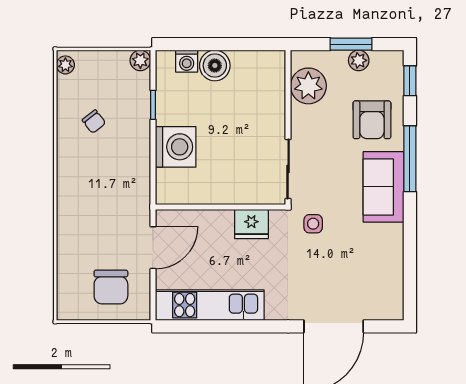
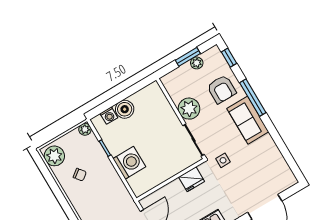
plant: (65, 65) -> (54, 156), width x1.88, depth x1.88
plant: (308, 86) -> (189, 109), moved

